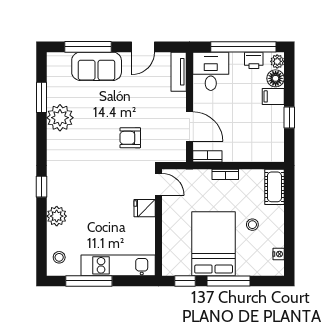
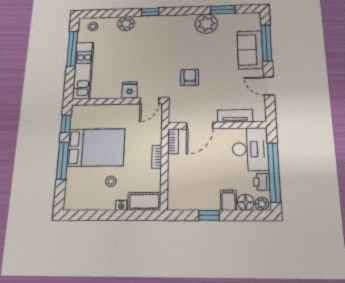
desk: (211, 71) -> (250, 149), width x1.37
tv unit: (179, 72) -> (235, 116), moved
nightstand: (279, 254) -> (121, 205), moved

